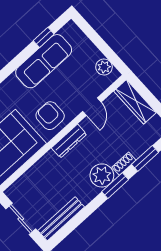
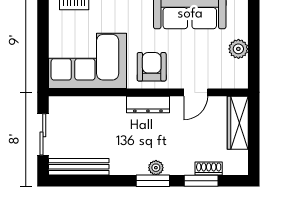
plant: (104, 67) -> (238, 49), moved
shoe rack: (124, 164) -> (209, 169), moved
plant: (102, 175) -> (156, 168), width x0.53, depth x0.53

